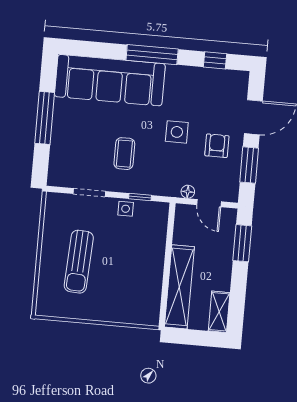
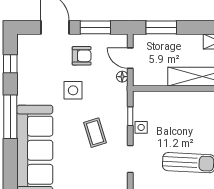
armchair: (217, 146) -> (82, 56), turned 180
coffee table: (124, 154) -> (95, 133), turned 73
door: (209, 203) -> (130, 58), swing flipped

